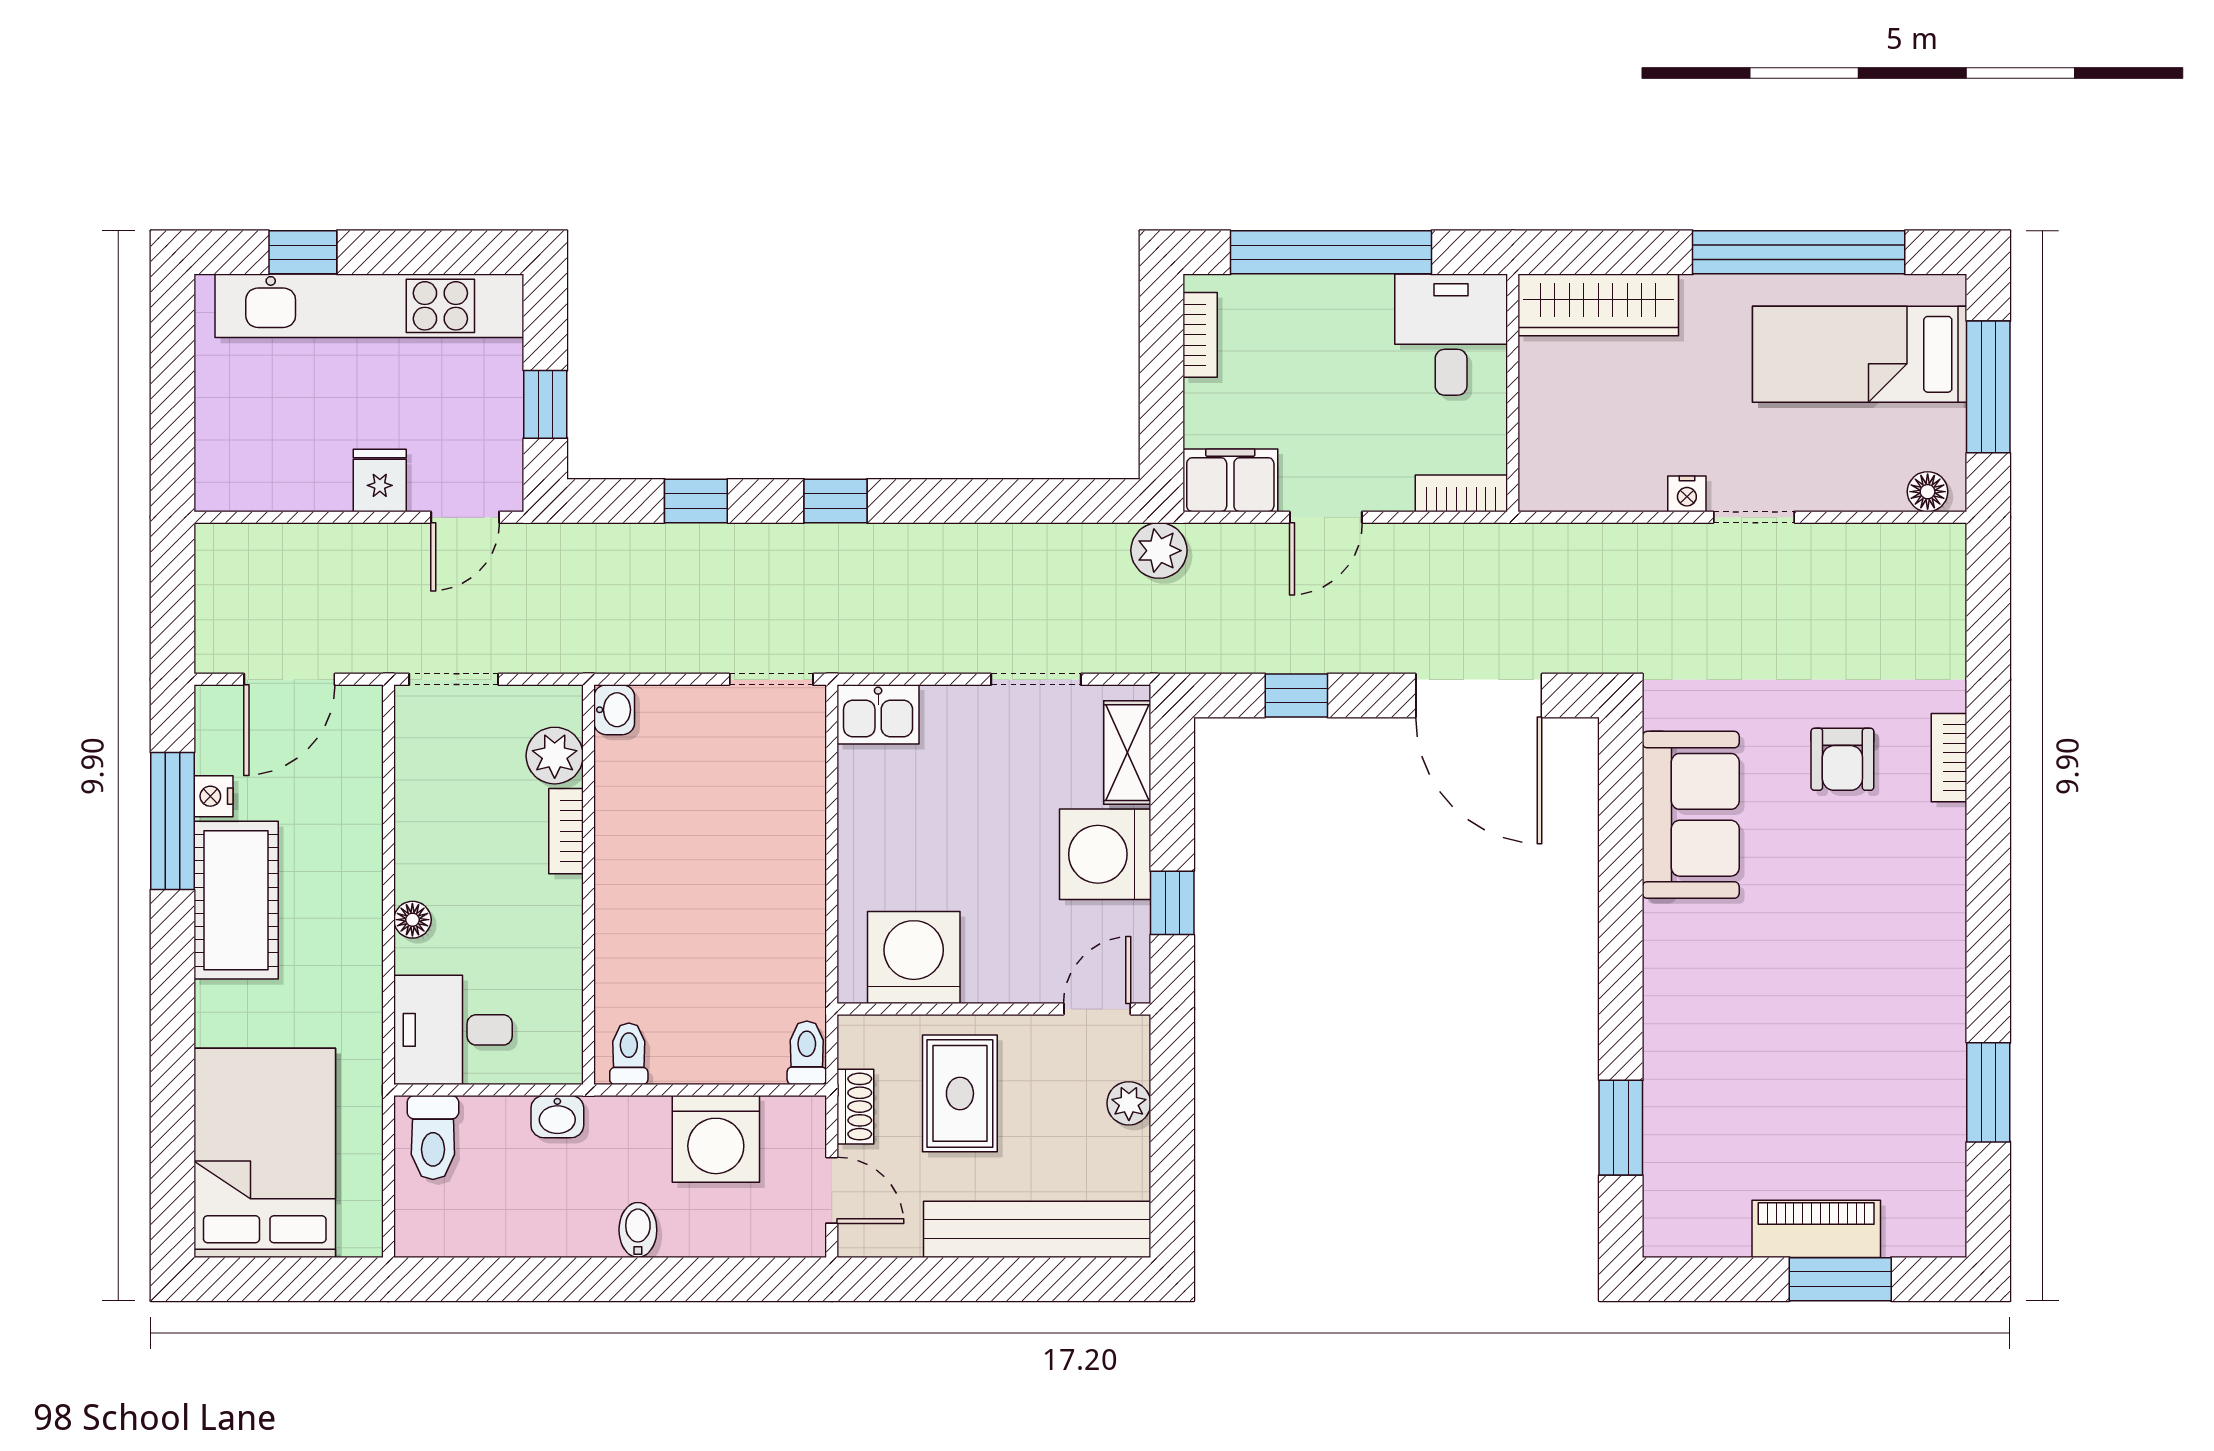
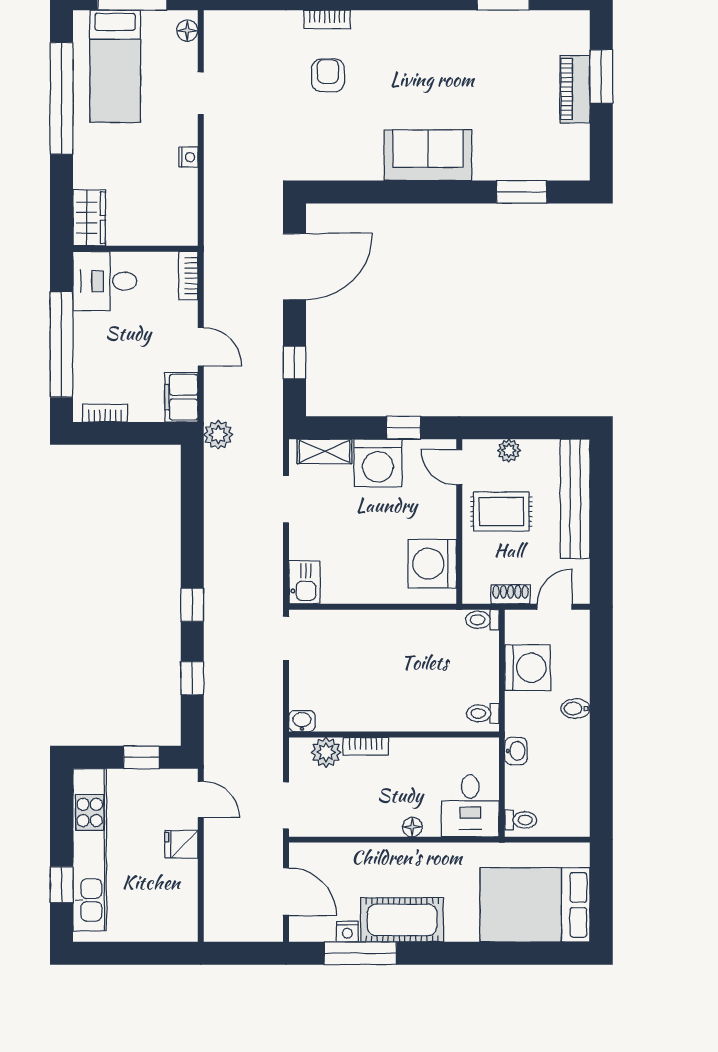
wardrobe: (1598, 305) -> (89, 218), width x0.67
doorway: (1754, 517) -> (201, 93), moved
armchair: (1842, 759) -> (328, 75), turned -90
sofa: (1691, 815) -> (428, 155), moved
rug: (960, 1093) -> (501, 512), moved
toilet: (433, 1138) -> (521, 820), width x0.73, depth x0.72

